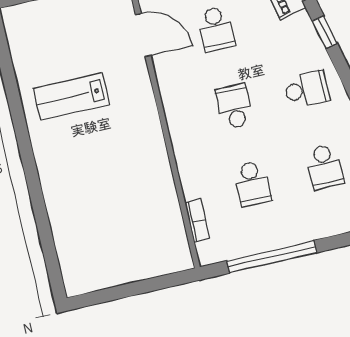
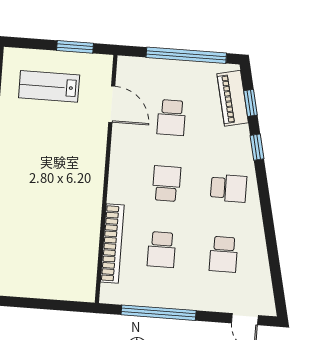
lab bench: (71, 97) -> (49, 86), moved
bookcase: (197, 221) -> (112, 243), width x2.31, depth x1.31

